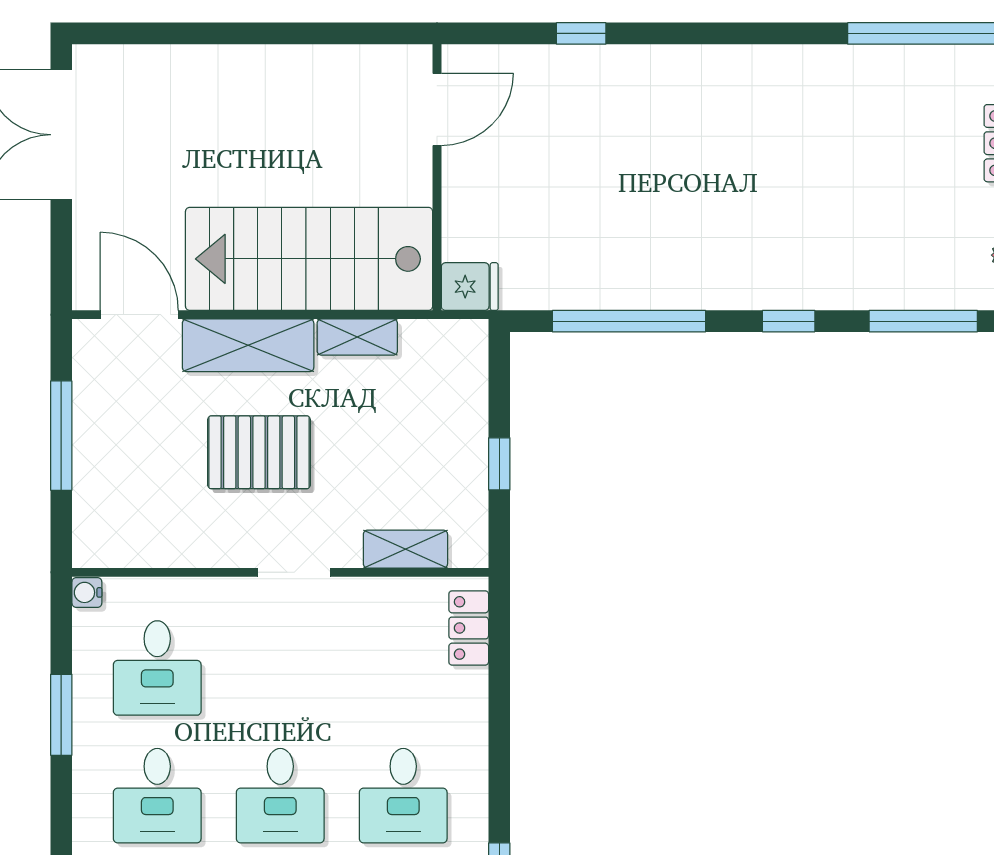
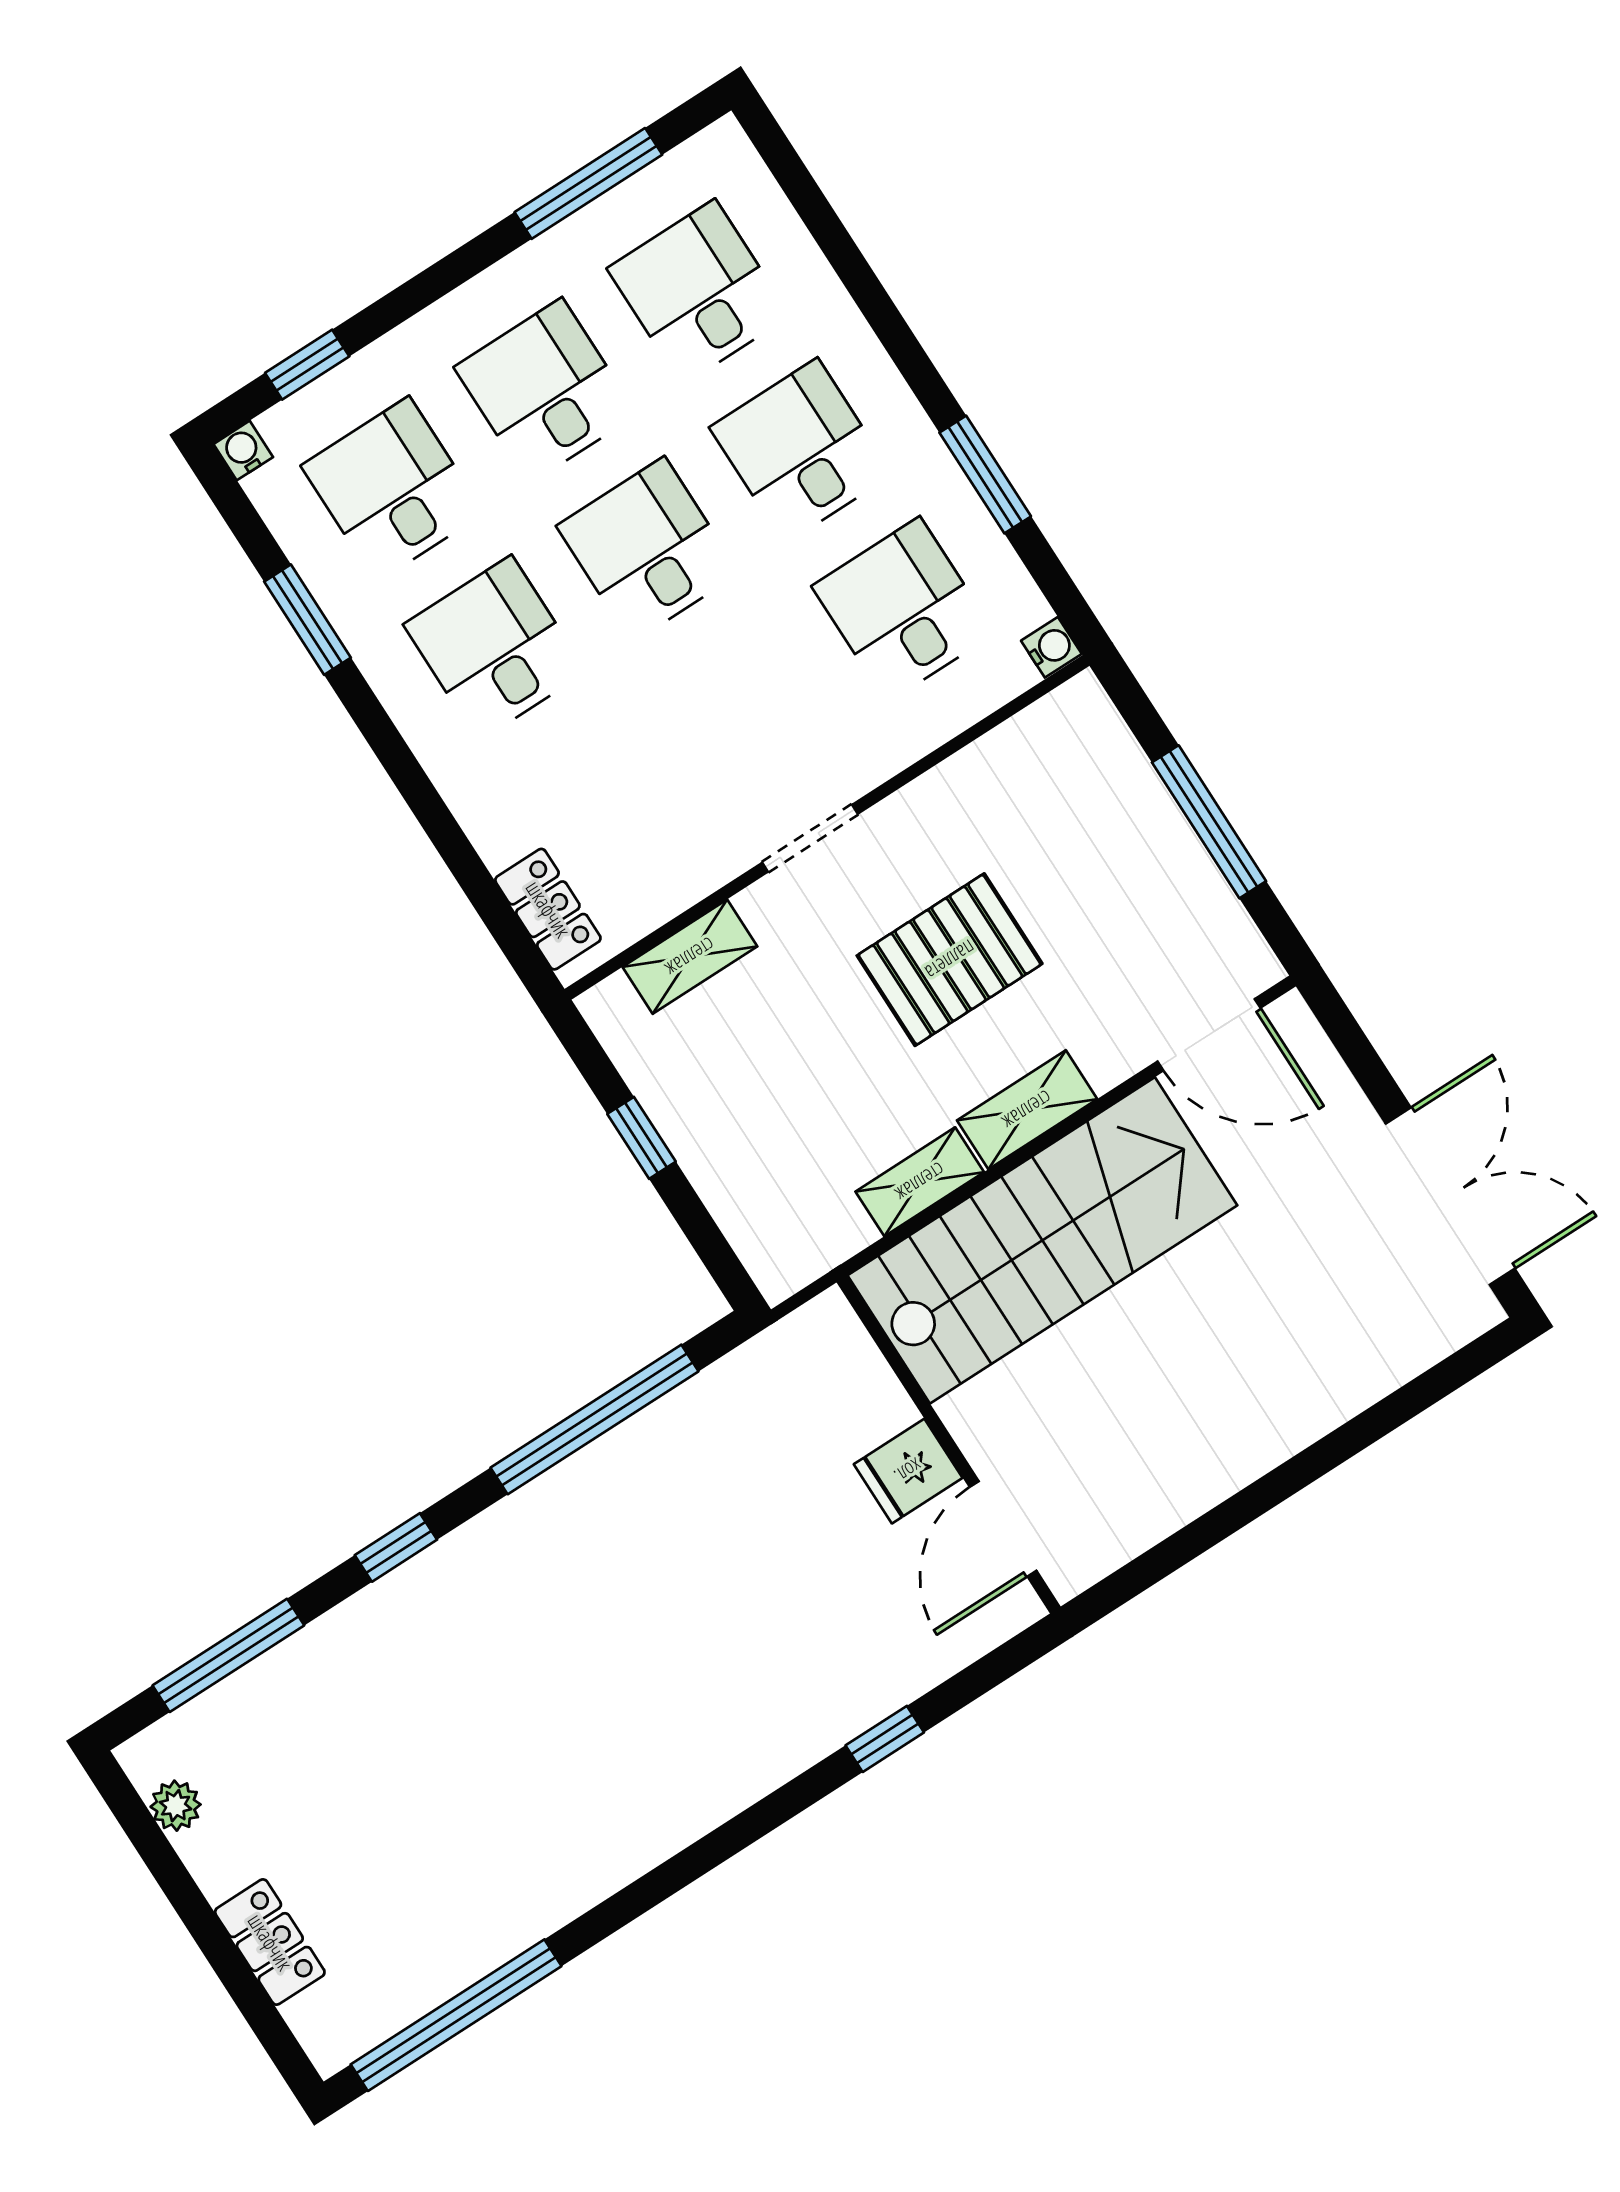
fridge: (470, 287) -> (908, 1471), moved
shelving: (248, 345) -> (1027, 1110), width x0.67, depth x0.75

